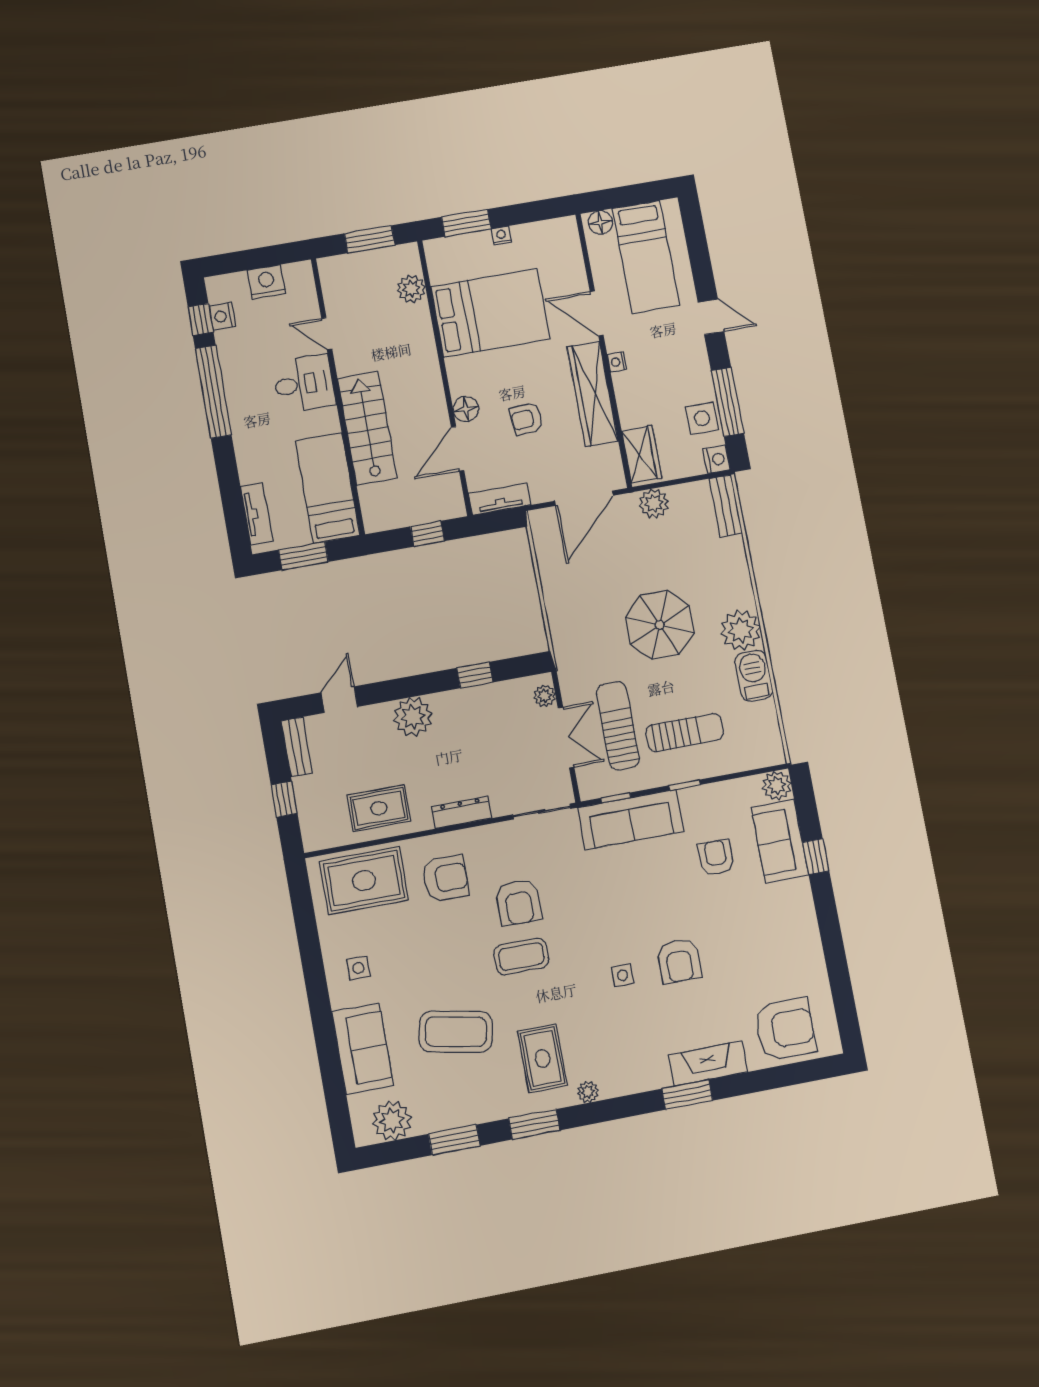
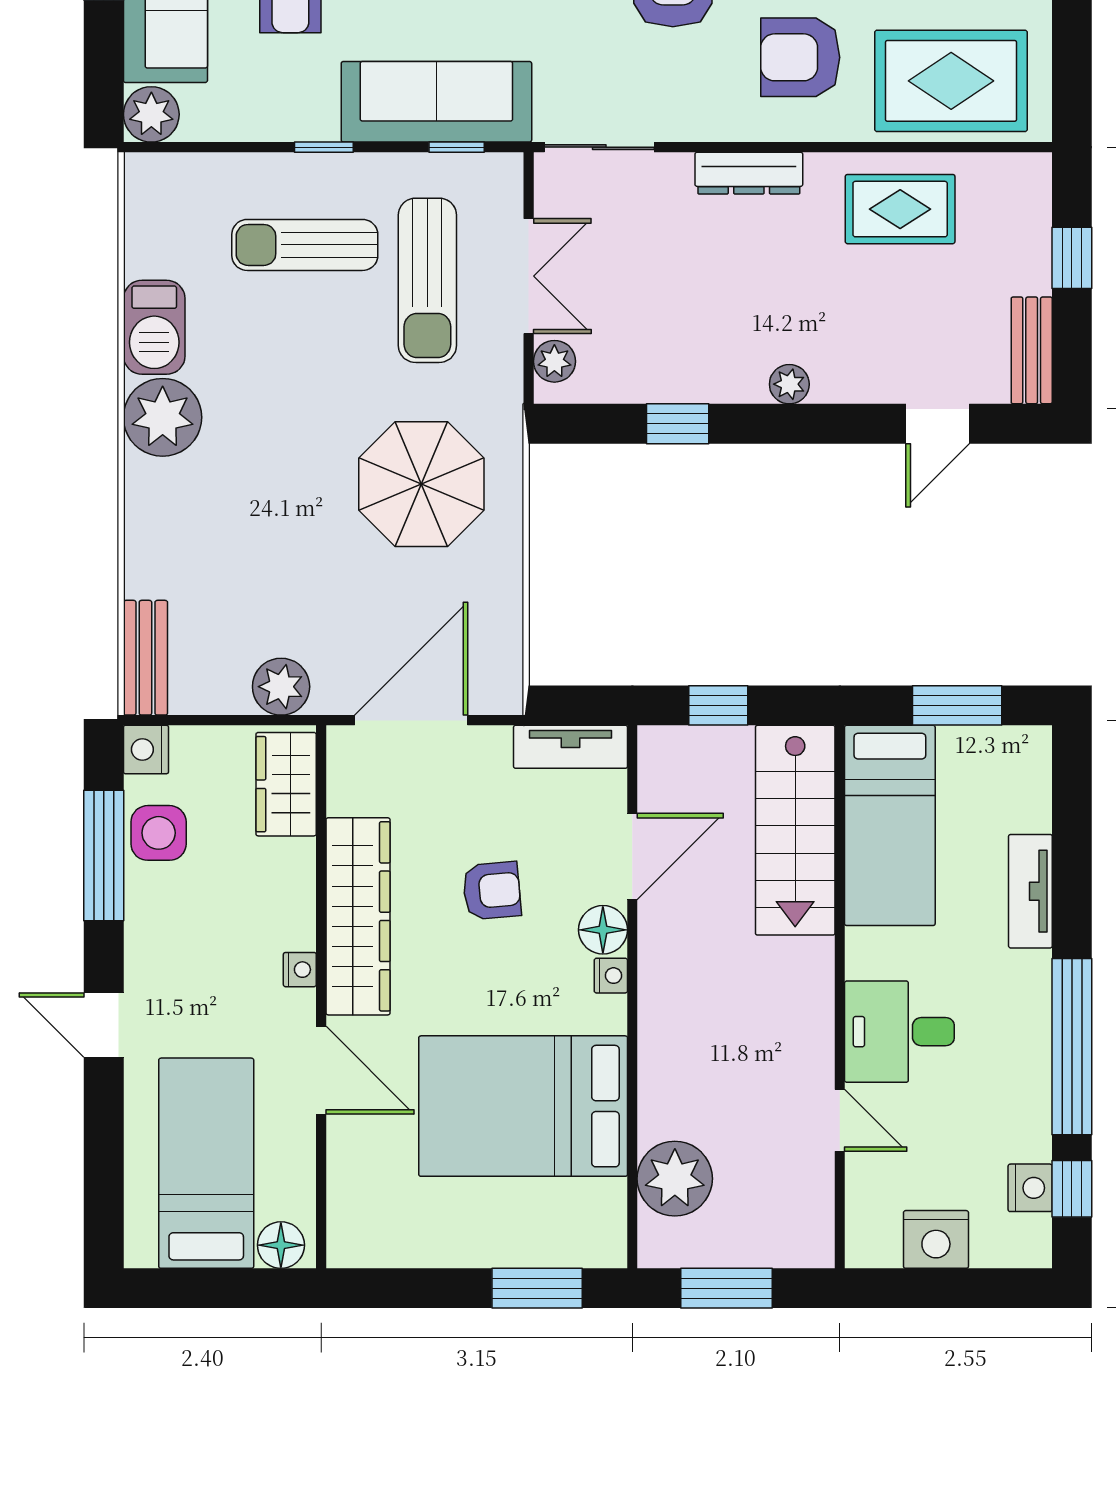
nightstand: (501, 236) -> (611, 976), moved, turned -90
plant: (411, 289) -> (675, 1179), width x1.36, depth x1.36
stairs: (367, 428) -> (795, 830), moved
tv unit: (257, 514) -> (1030, 891), moved
parasol: (660, 625) -> (421, 484), moved
plant: (413, 717) -> (789, 384), width x0.53, depth x0.53
double door: (566, 738) -> (529, 276), swing flipped

